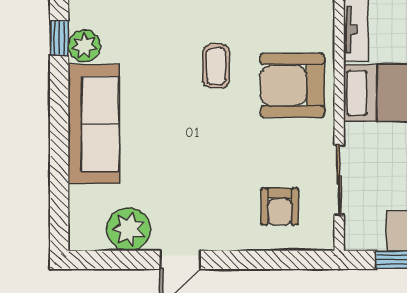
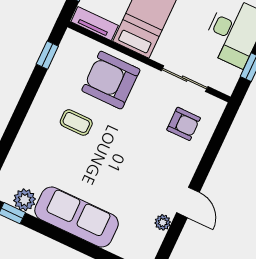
armchair: (292, 85) -> (111, 80), turned 90
plant: (129, 229) -> (163, 222), width x0.53, depth x0.53

